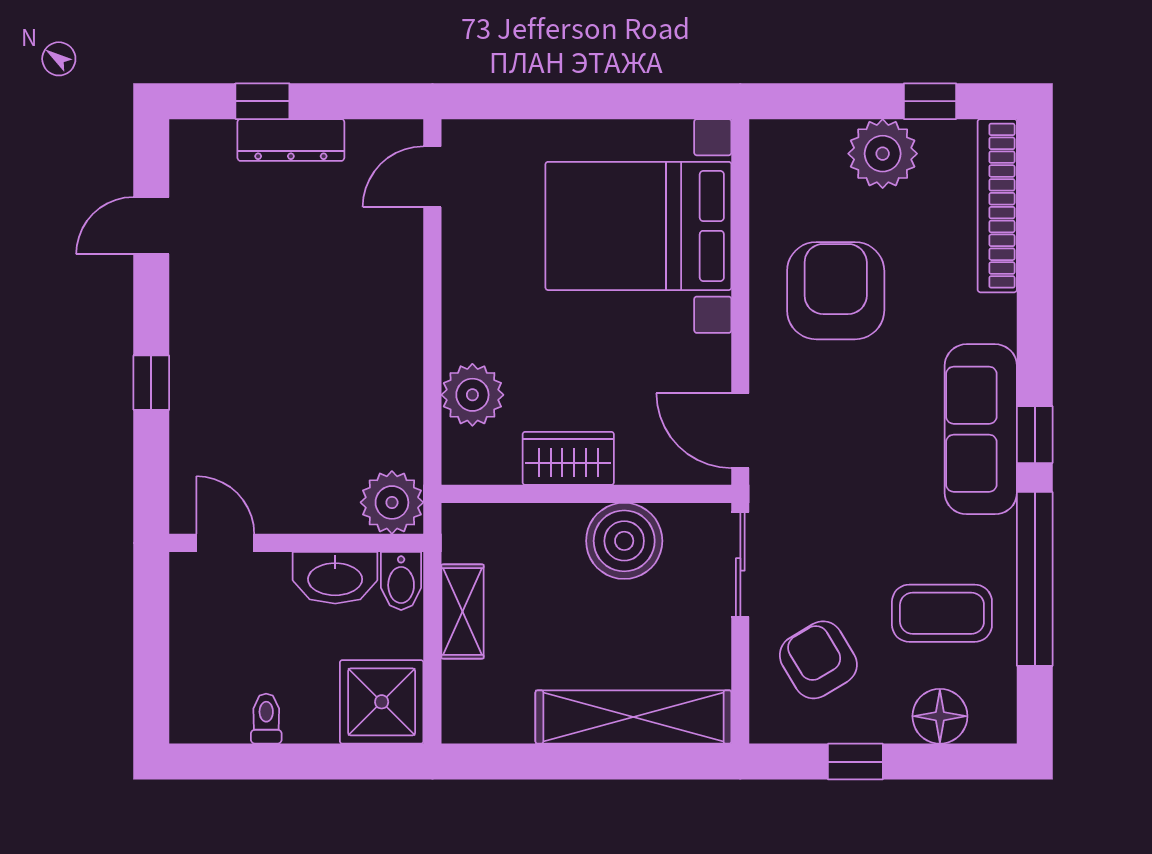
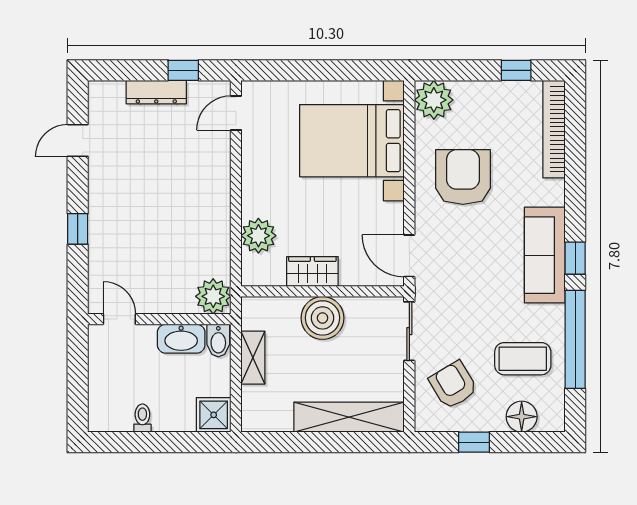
window: (262, 101) -> (183, 70), moved
plant: (883, 154) -> (434, 100), moved
boiler: (624, 541) -> (323, 318), moved
shower: (382, 702) -> (214, 415), width x0.73, depth x0.73

